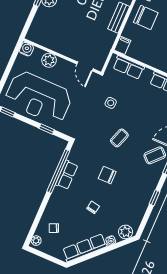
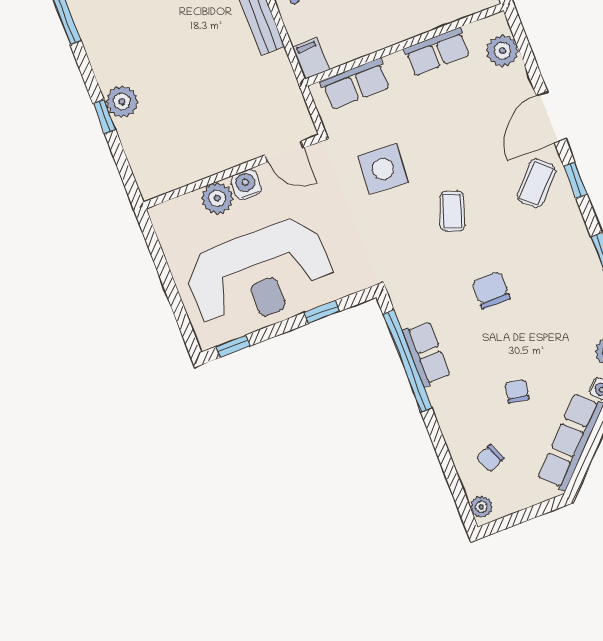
water cooler: (27, 49) -> (246, 185), moved
side table: (111, 103) -> (383, 169), width x1.87, depth x1.87
chair: (107, 175) -> (491, 290), turned 90
chair: (93, 207) -> (517, 391), moved

